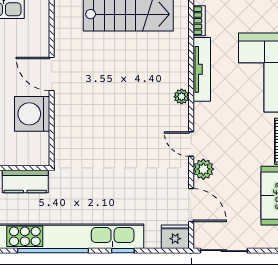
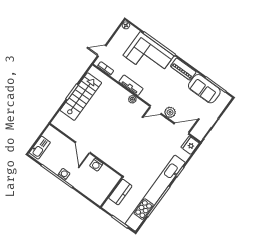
tv unit: (202, 69) -> (131, 85), width x0.71
door: (52, 74) -> (83, 148), hinge flipped
washing machine: (32, 114) -> (96, 165), width x0.53, depth x0.53

